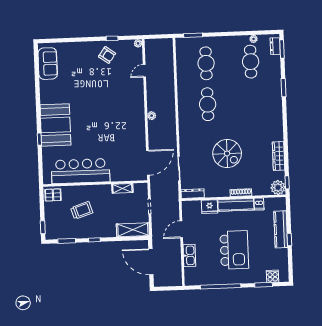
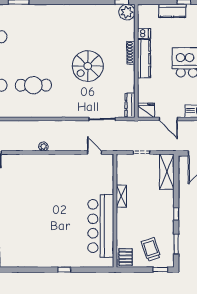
booth: (55, 125) -> (50, 251), removed
spiral stairs: (227, 153) -> (88, 66), turned 180
wardrobe: (279, 156) -> (93, 10), removed
door: (148, 163) -> (95, 153), width x0.53
shelving: (122, 188) -> (121, 196), moved
fridge: (210, 207) -> (146, 110), moved, turned -90
trolley: (82, 210) -> (151, 249), moved
kitchen counter: (281, 229) -> (172, 11), width x0.67

